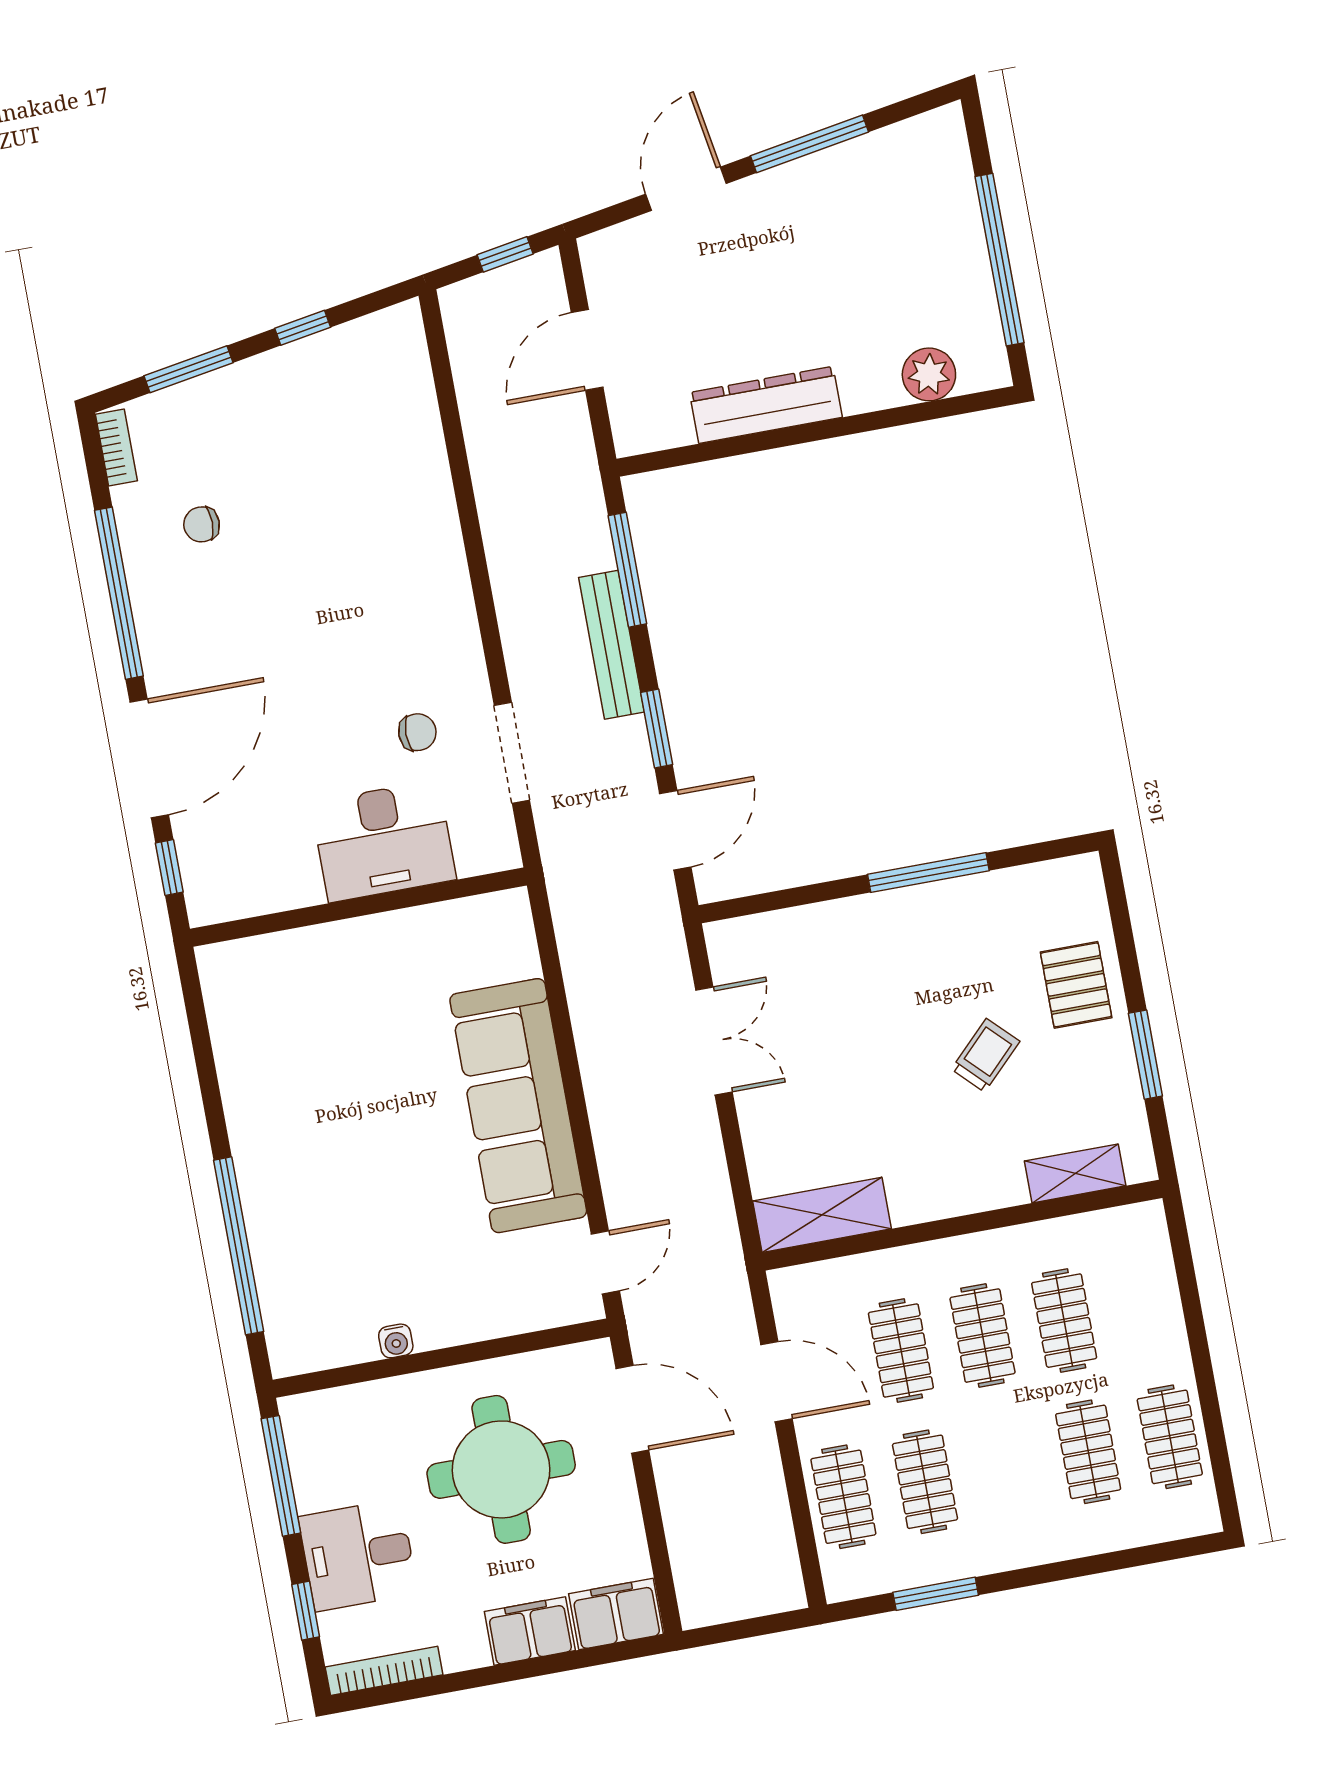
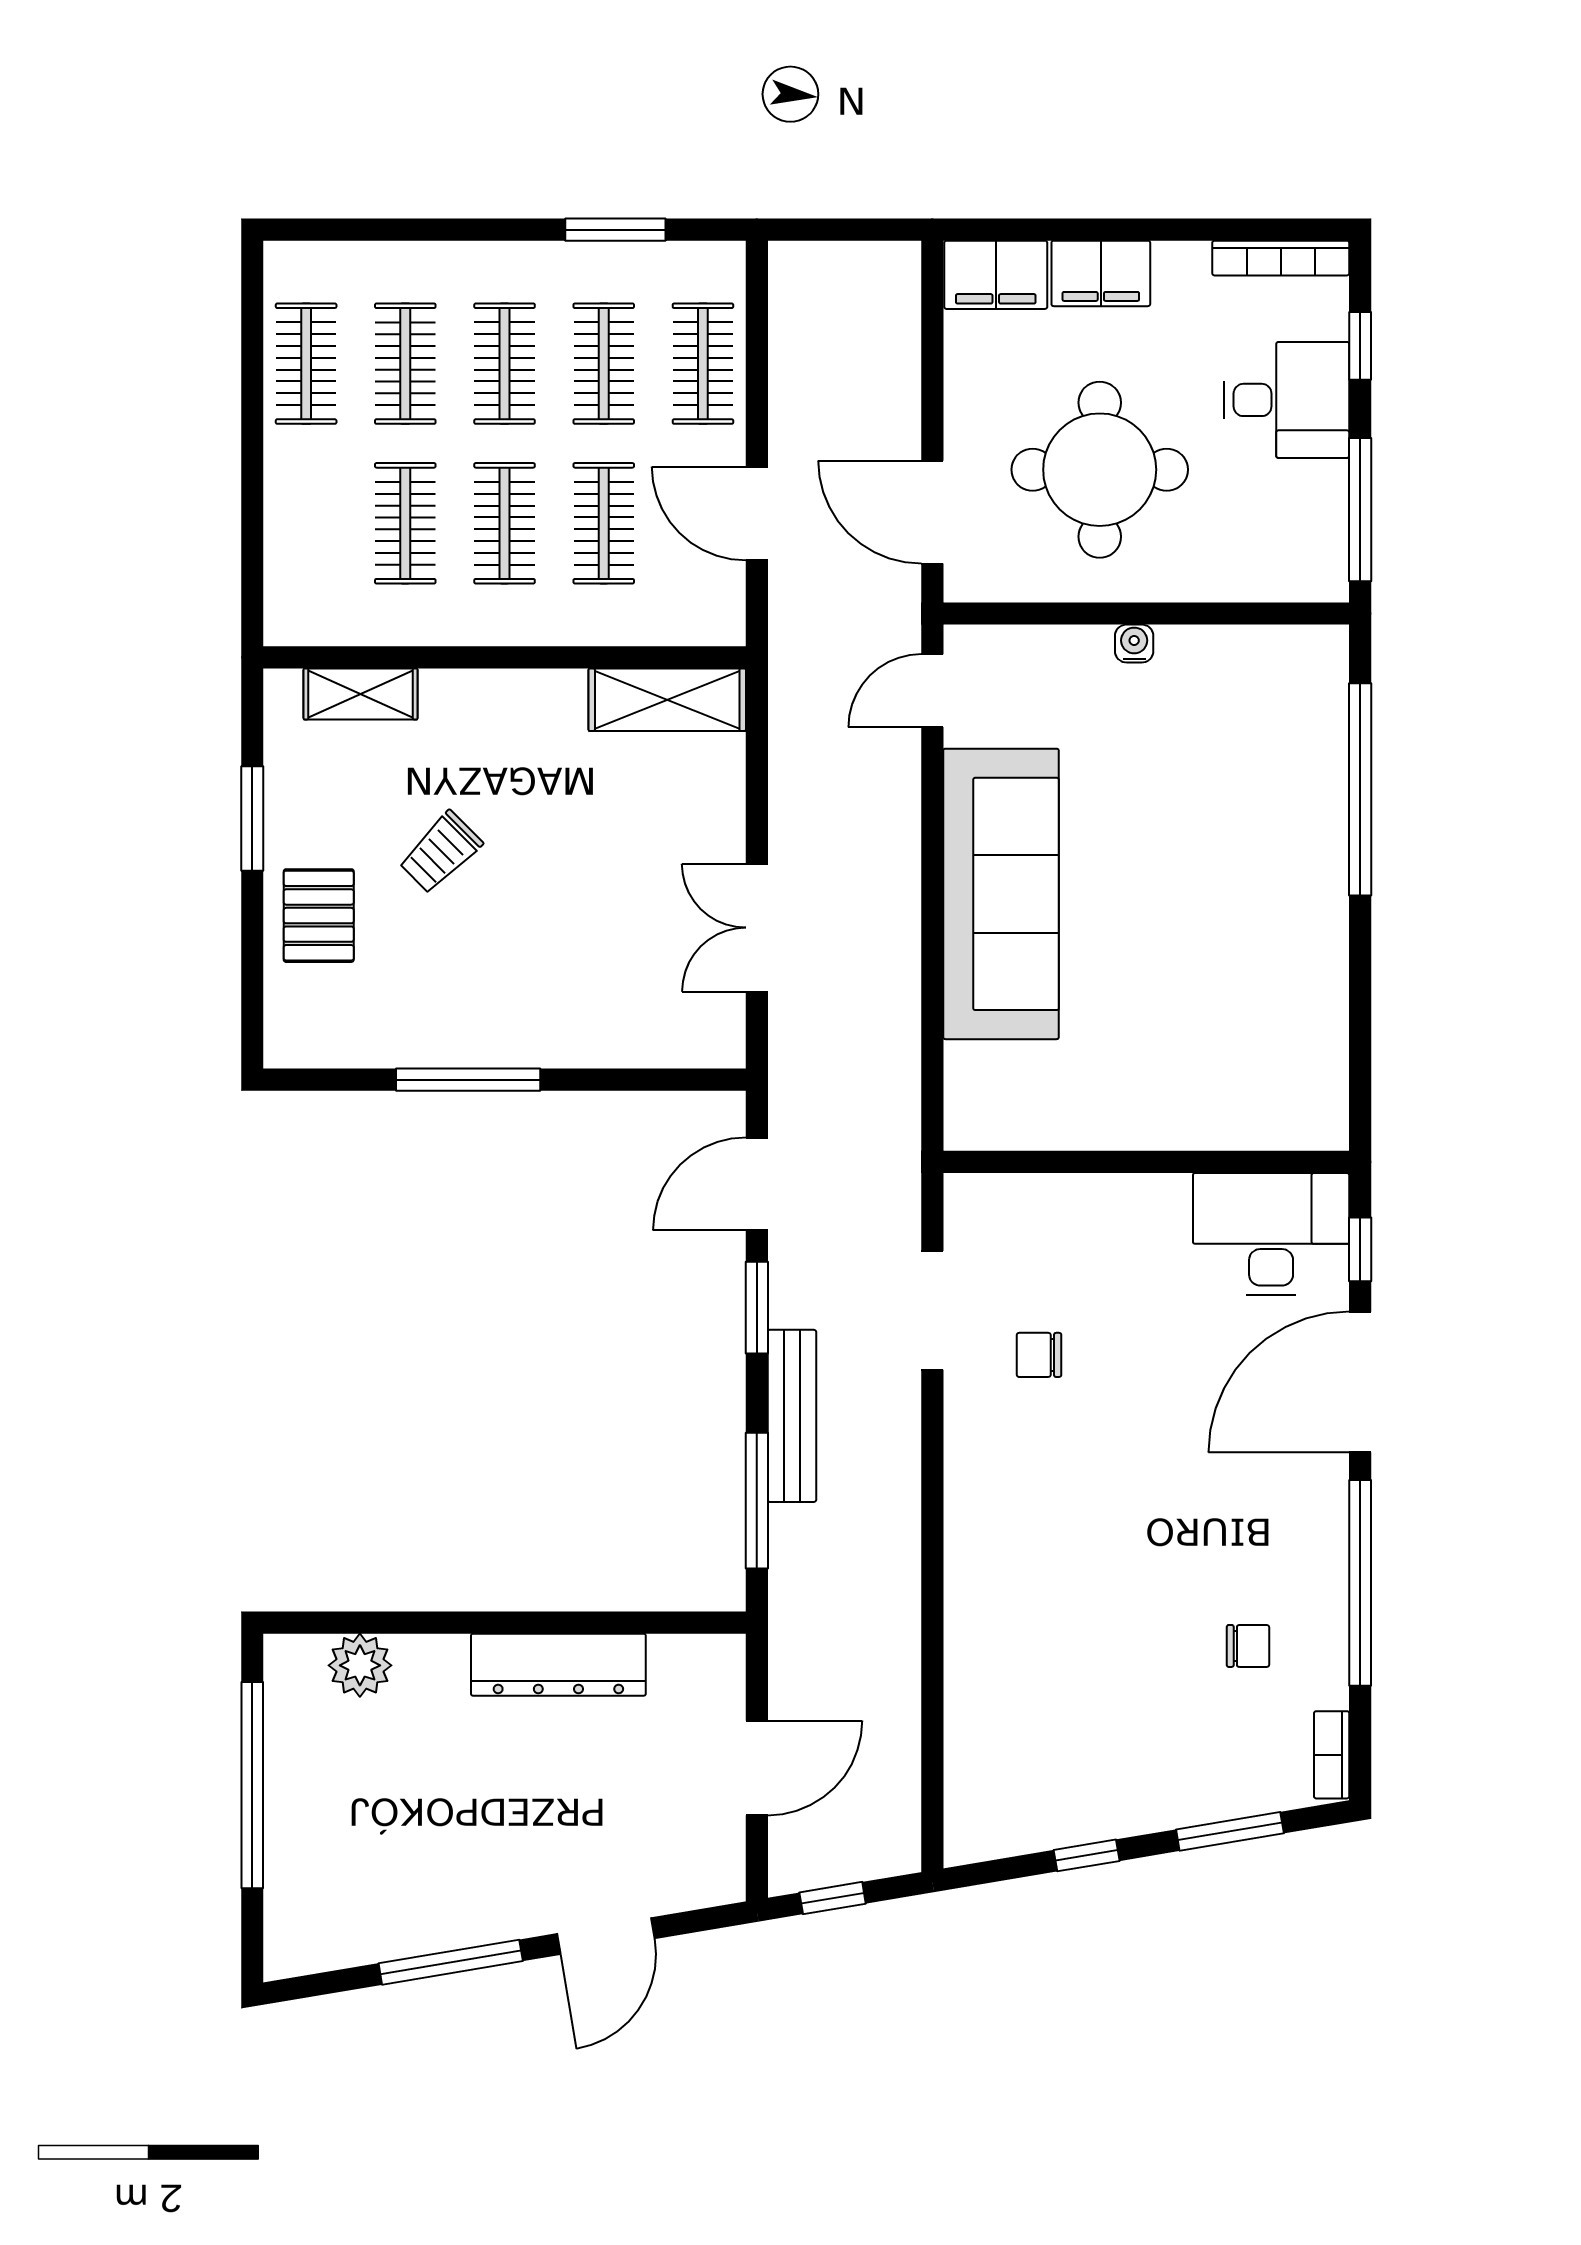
desk: (383, 841) -> (1271, 1234), moved
water cooler: (396, 1341) -> (1134, 644), moved
clothes rail: (1007, 1467) -> (505, 364), added

